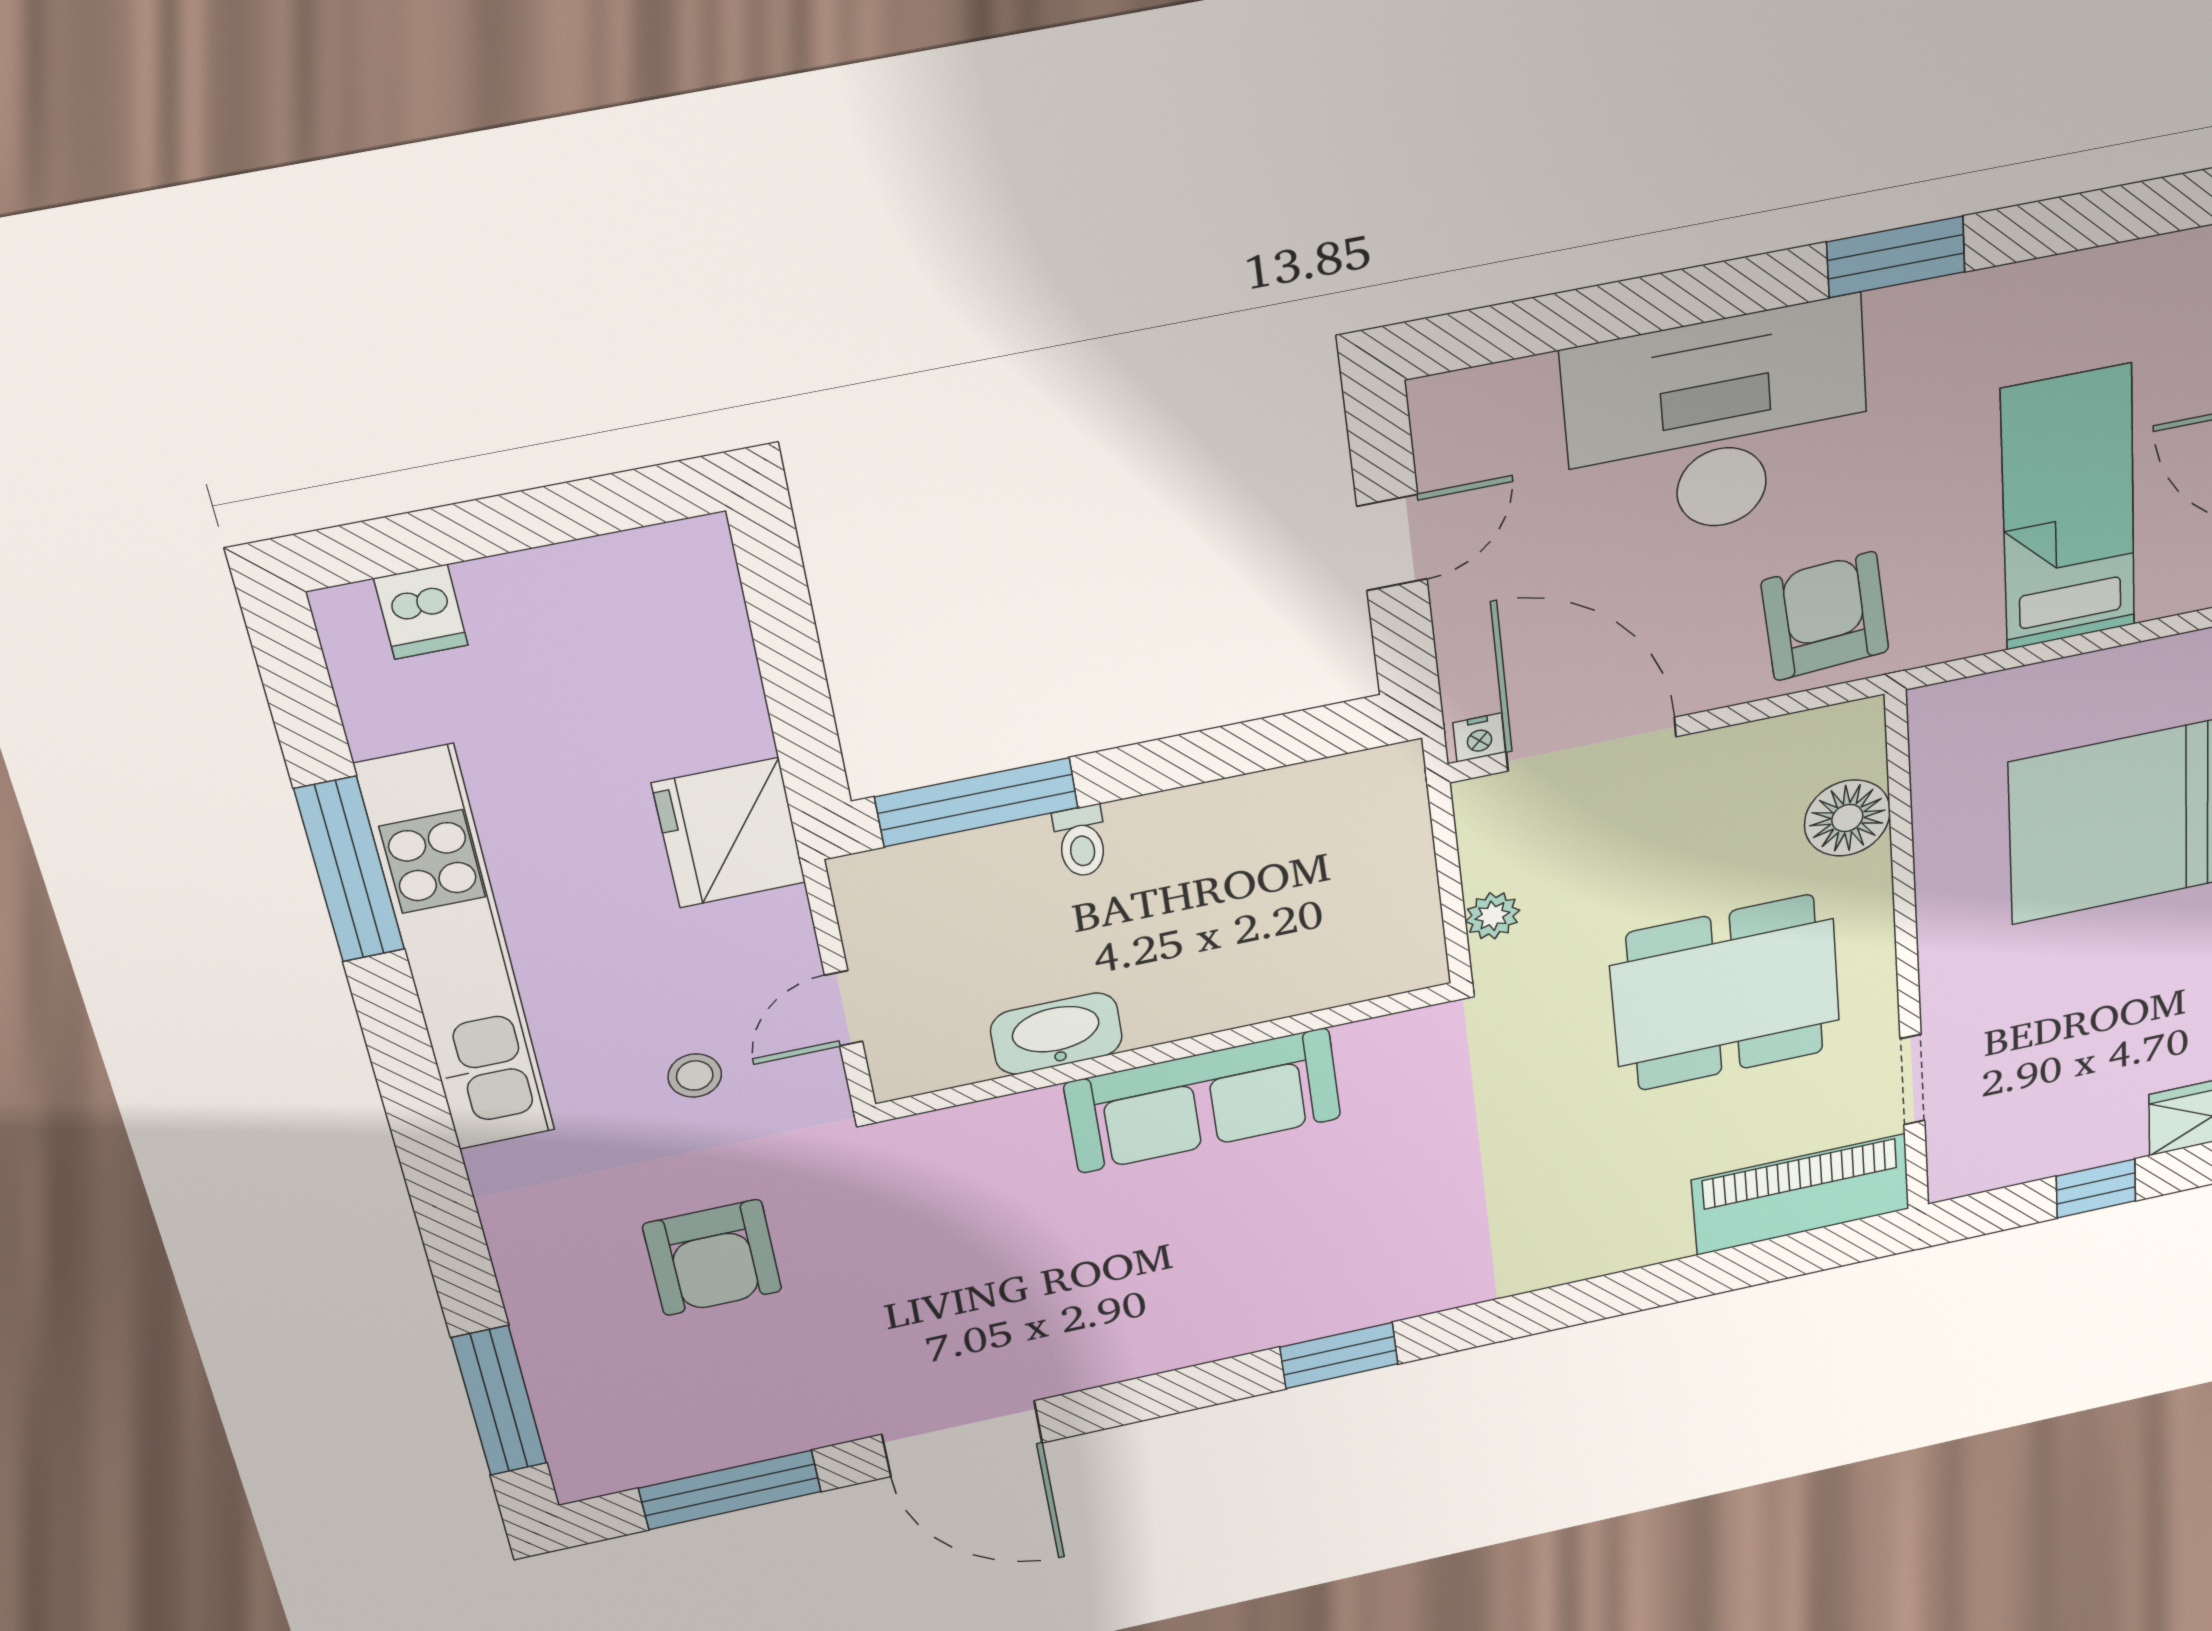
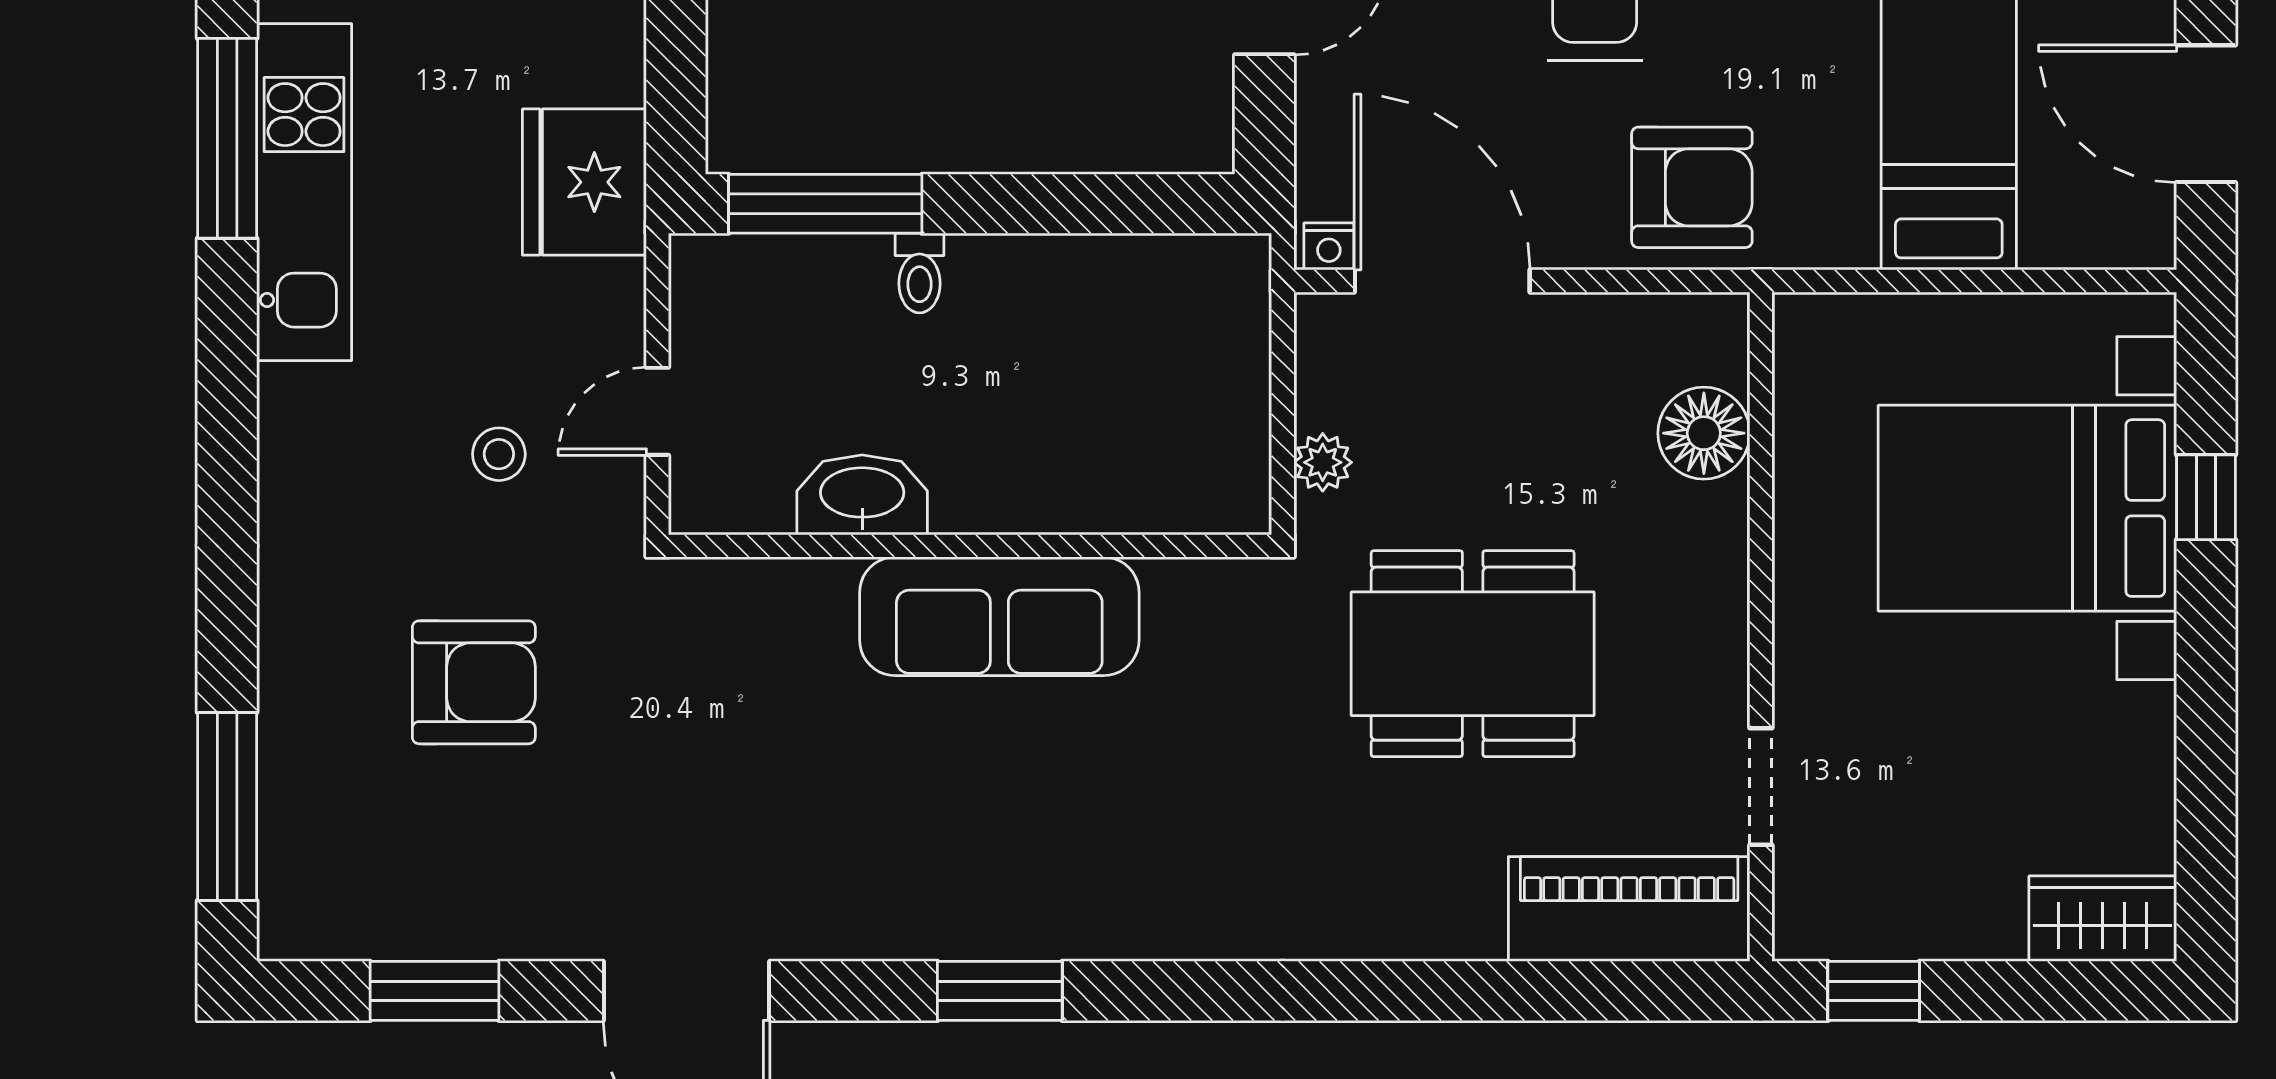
armchair: (1825, 616) -> (1692, 187), turned 94
kitchen unit: (457, 952) -> (304, 192), width x0.73
dining table: (1725, 993) -> (1473, 654), moved
window: (2096, 1189) -> (1874, 991), moved
armchair: (712, 1258) -> (474, 682), turned -90
window: (1339, 1356) -> (1000, 991), moved
window: (730, 1490) -> (435, 991), width x0.69

